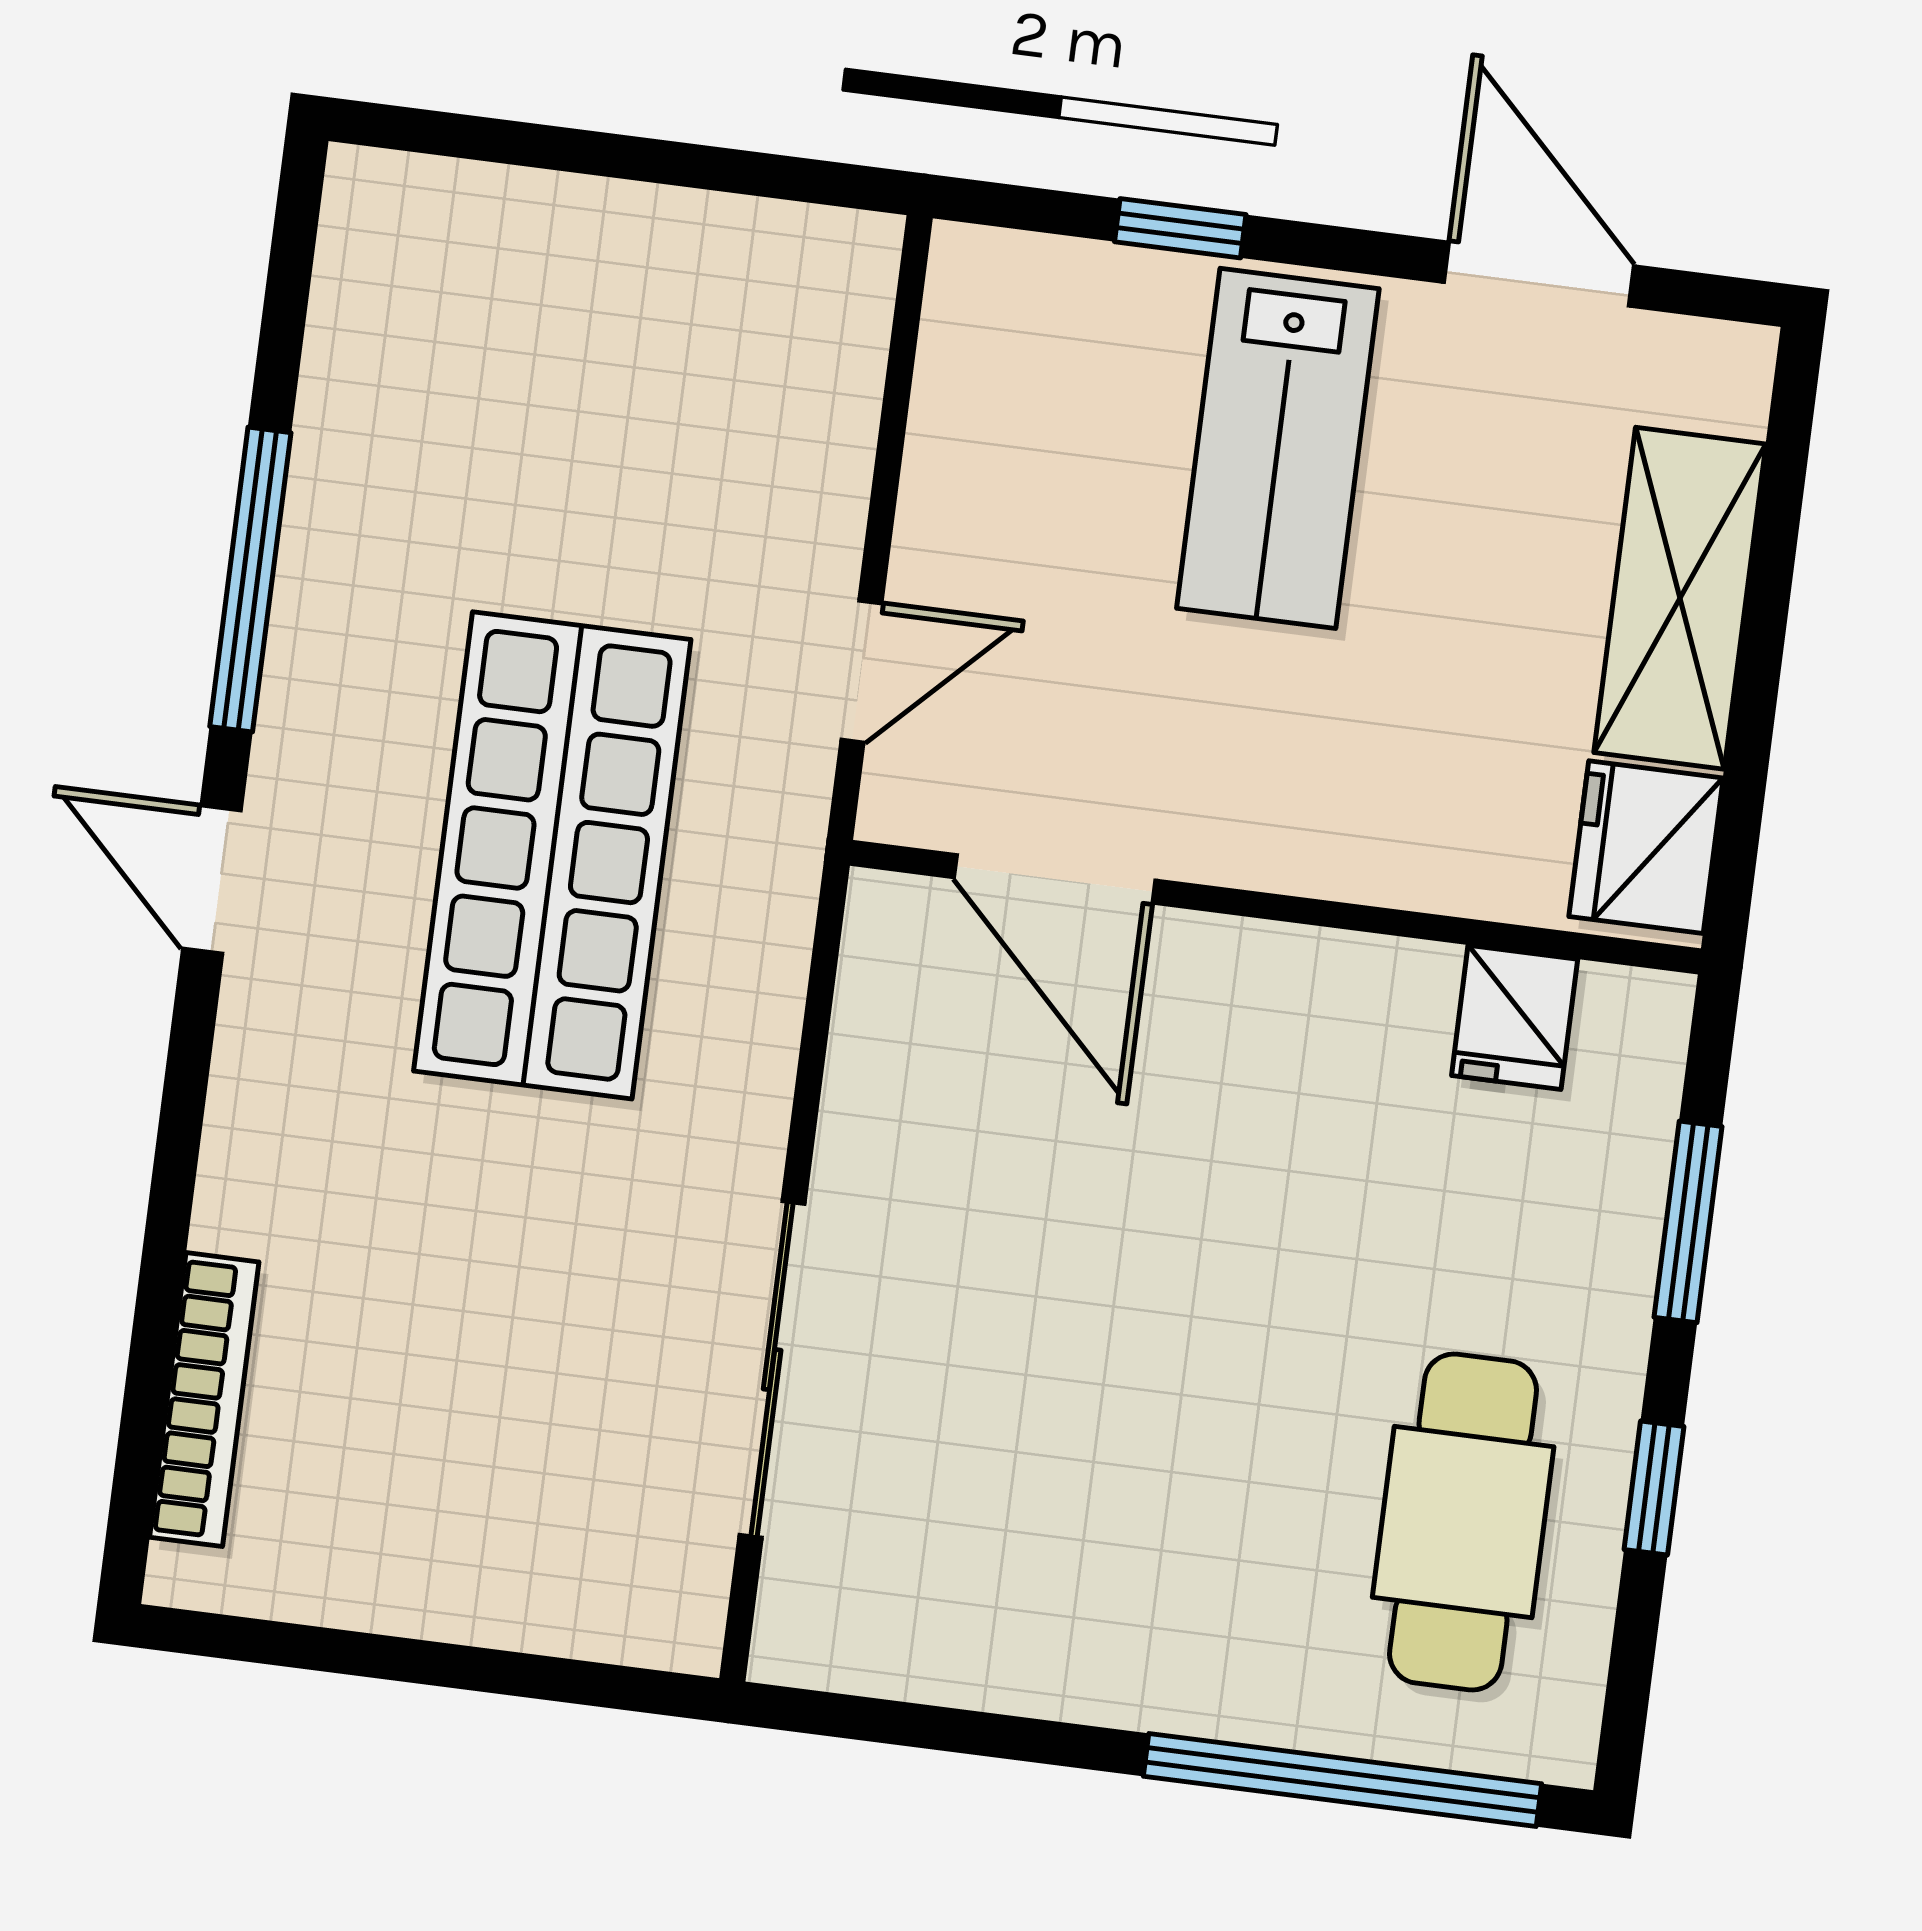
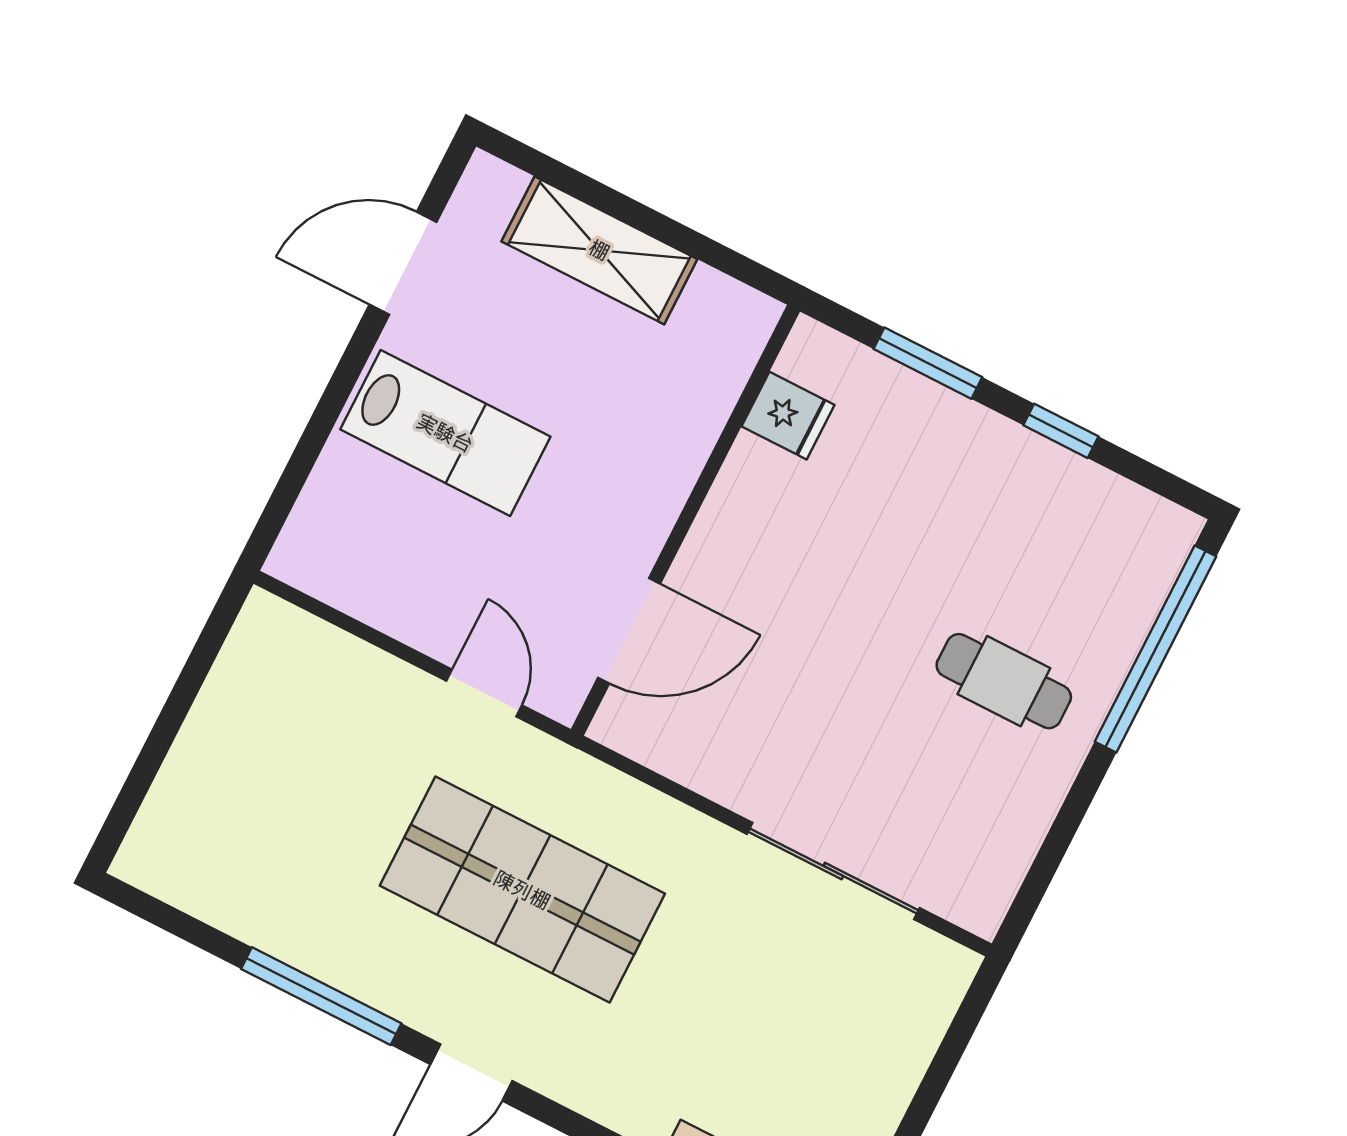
window: (1180, 228) -> (312, 443), removed
fridge: (1646, 847) -> (724, 315), removed
cafe table: (1463, 1522) -> (1004, 681), moved, width x0.73, depth x0.74

